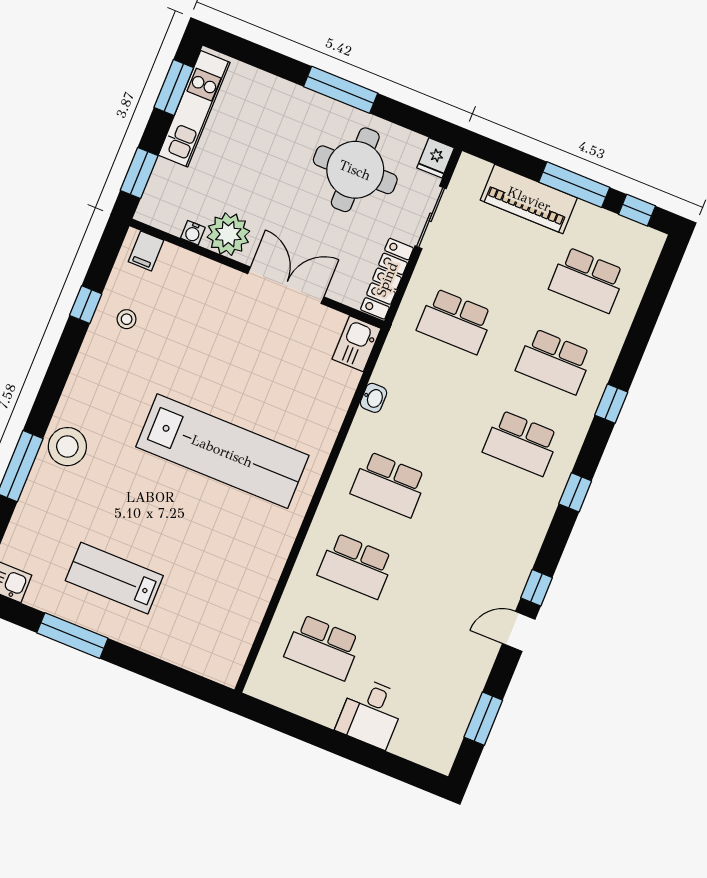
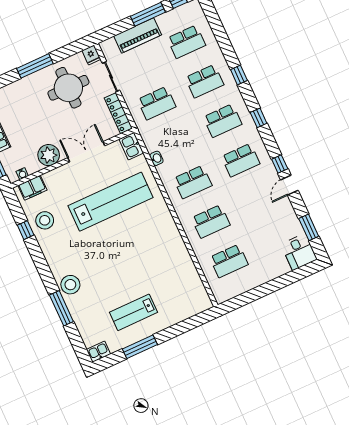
water cooler: (193, 233) -> (22, 174), moved
filing cabinet: (146, 251) -> (32, 188), width x2.00
stool: (127, 319) -> (45, 220), width x1.89, depth x1.89
lab bench: (222, 451) -> (110, 202), moved
school desk: (488, 524) -> (241, 160), added
desk: (371, 713) -> (299, 252), moved

